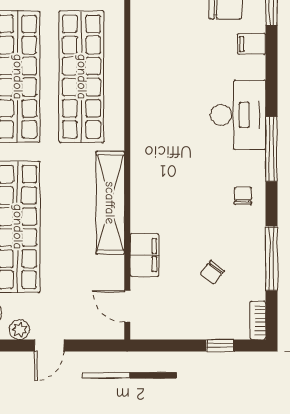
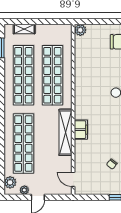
filing cabinet: (144, 255) -> (81, 130), moved

